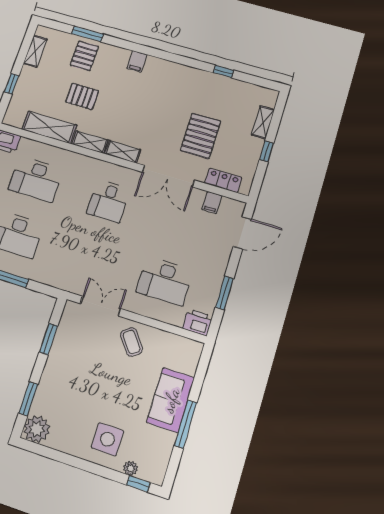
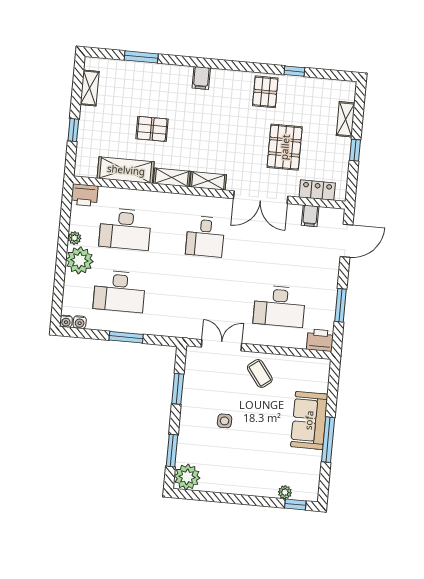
pallet: (84, 56) -> (265, 92), moved
side table: (107, 439) -> (225, 421), moved, width x0.54, depth x0.54

